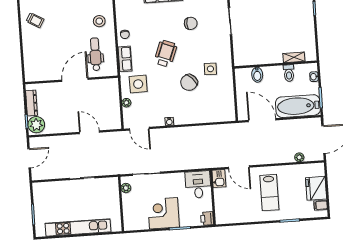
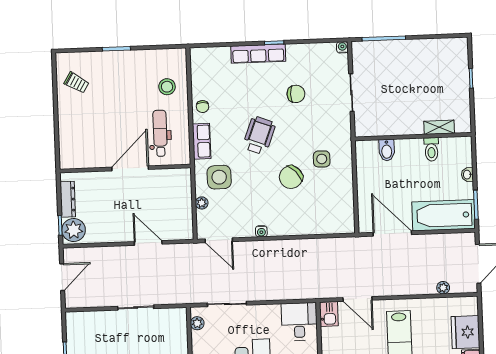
shelving: (294, 57) -> (439, 127), moved
wall: (276, 65) -> (413, 137), moved
toilet: (289, 73) -> (431, 149), moved
bidet: (257, 75) -> (387, 150), moved

